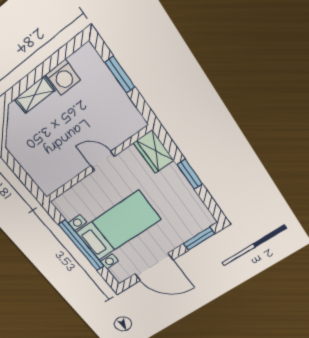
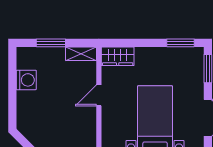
shelving: (35, 95) -> (81, 54), moved, turned 90
window: (190, 174) -> (180, 43), moved

